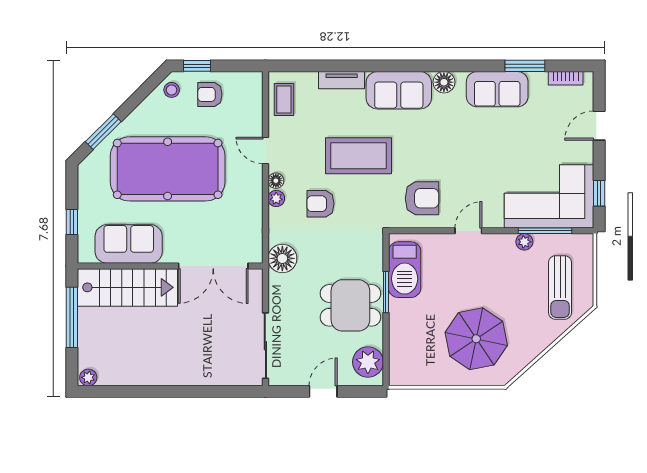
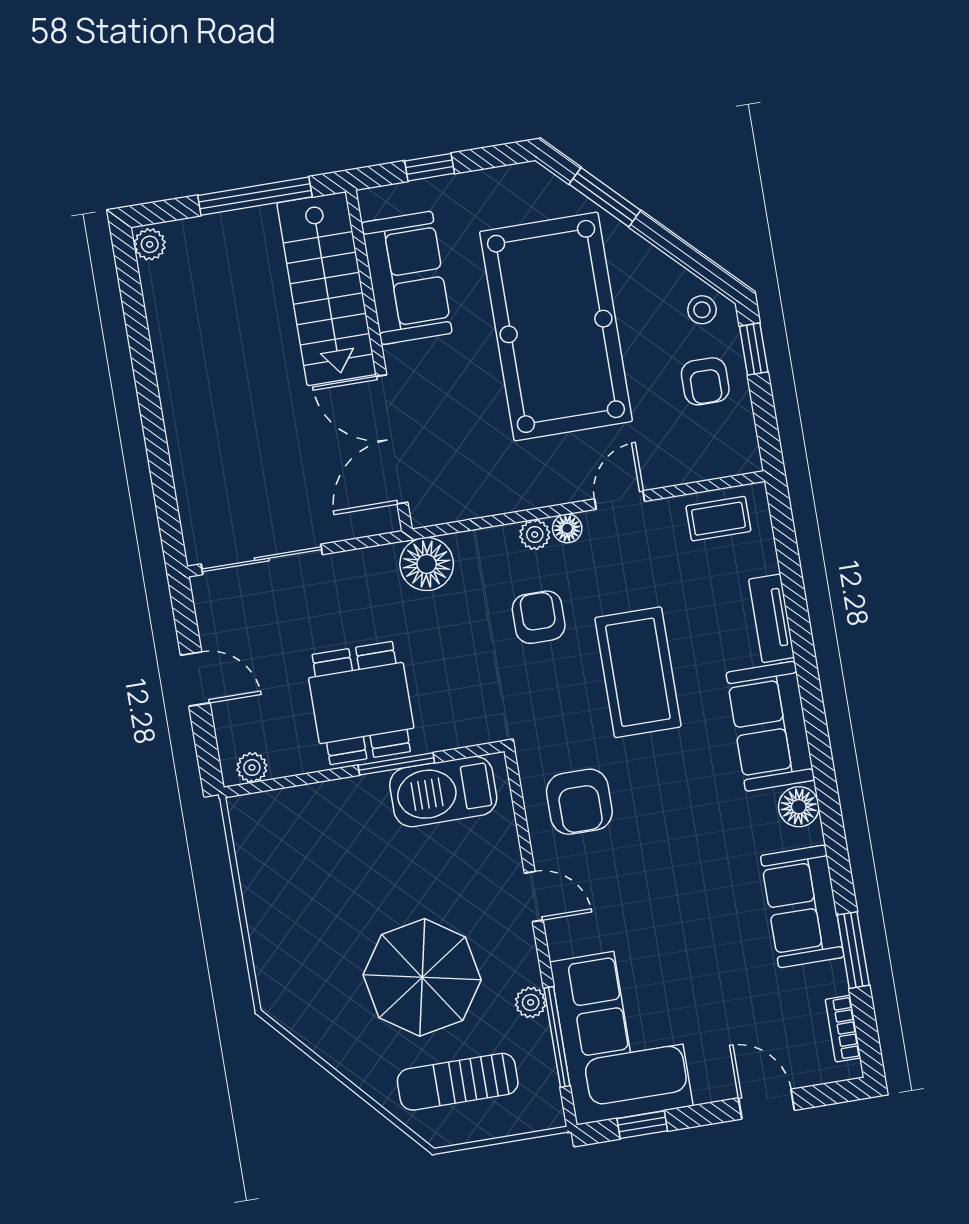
armchair: (210, 94) -> (705, 381), turned 180
parasol: (476, 339) -> (422, 977), moved
plant: (368, 362) -> (252, 768), width x0.53, depth x0.53

